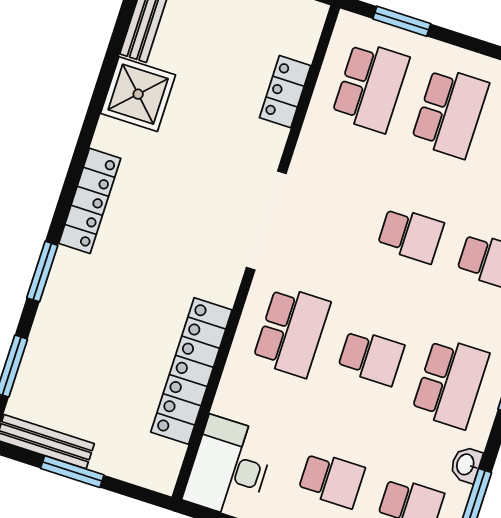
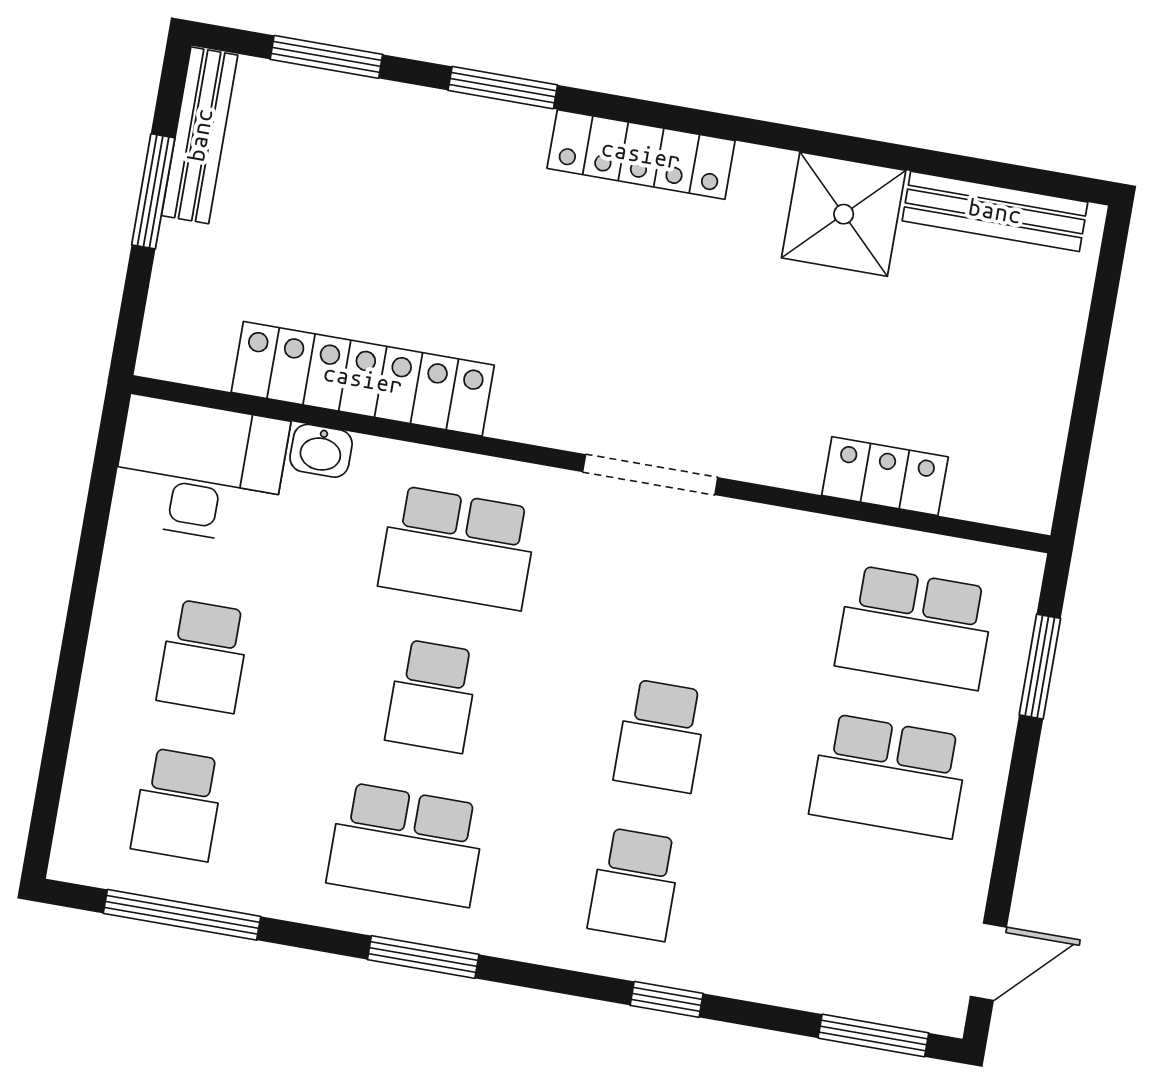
doorway: (266, 220) -> (650, 475), width x0.73
washbasin: (466, 465) -> (321, 451), moved, turned 180

